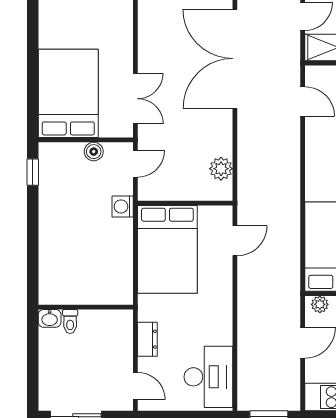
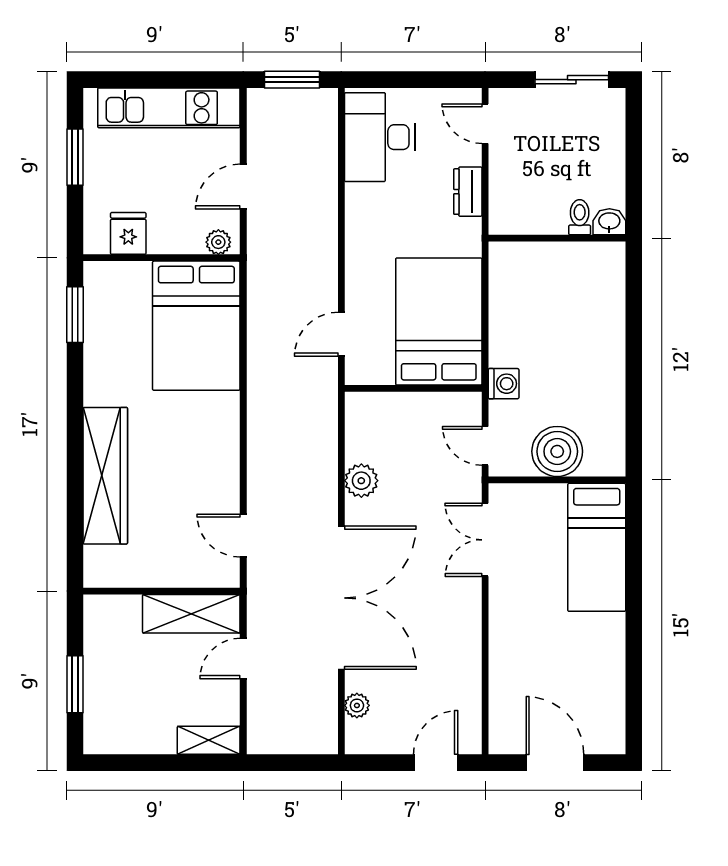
bed: (68, 93) -> (597, 547), width x0.67
boiler: (94, 152) -> (557, 451), width x1.86, depth x1.86
door: (135, 164) -> (485, 446), hinge flipped
plant: (221, 169) -> (361, 481), moved
window: (33, 172) -> (634, 434), removed

